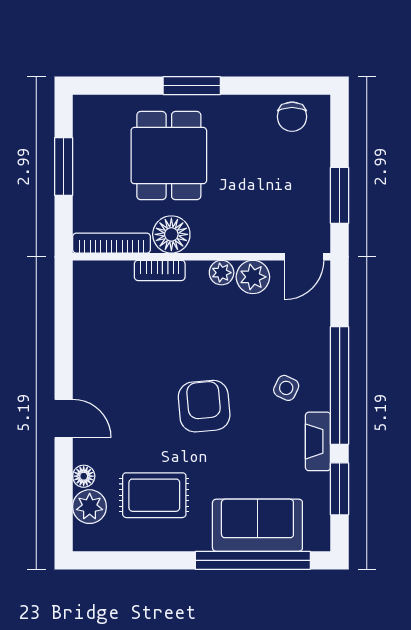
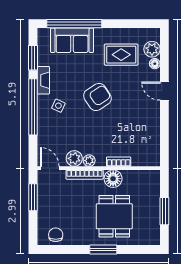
bookcase: (111, 243) -> (85, 175), moved
door: (304, 257) -> (50, 168), hinge flipped
armchair: (204, 406) -> (97, 97), turned -118

